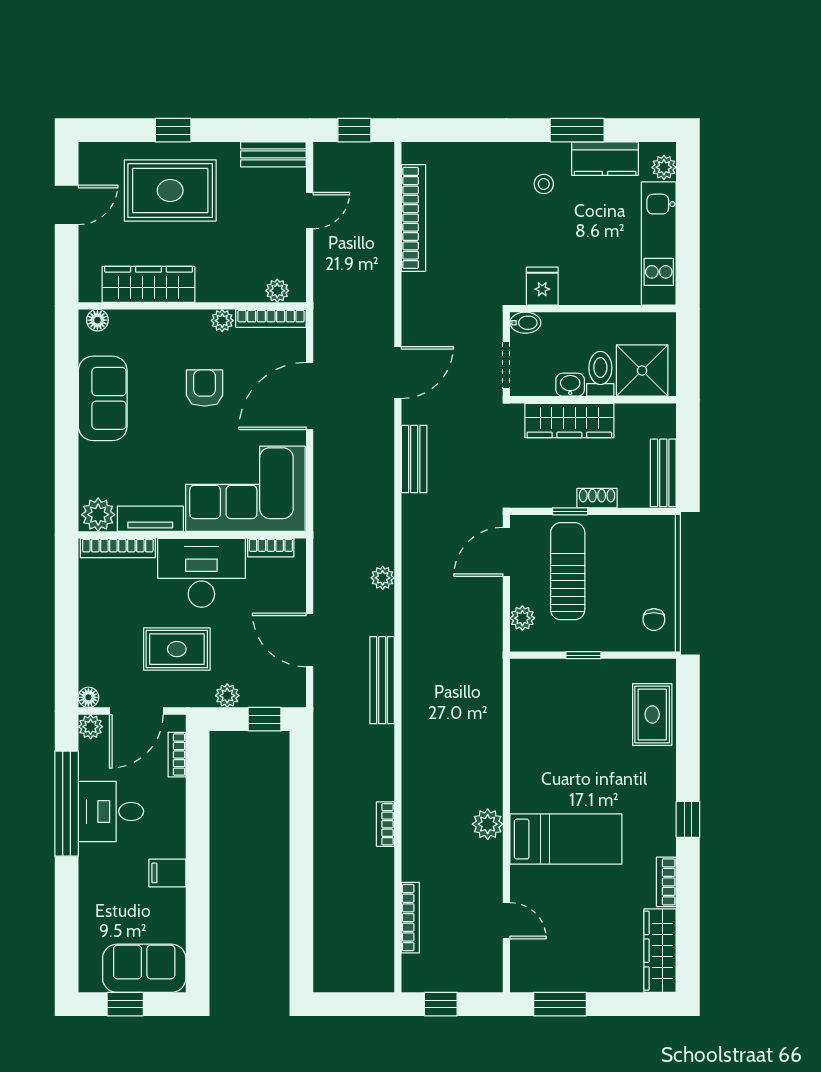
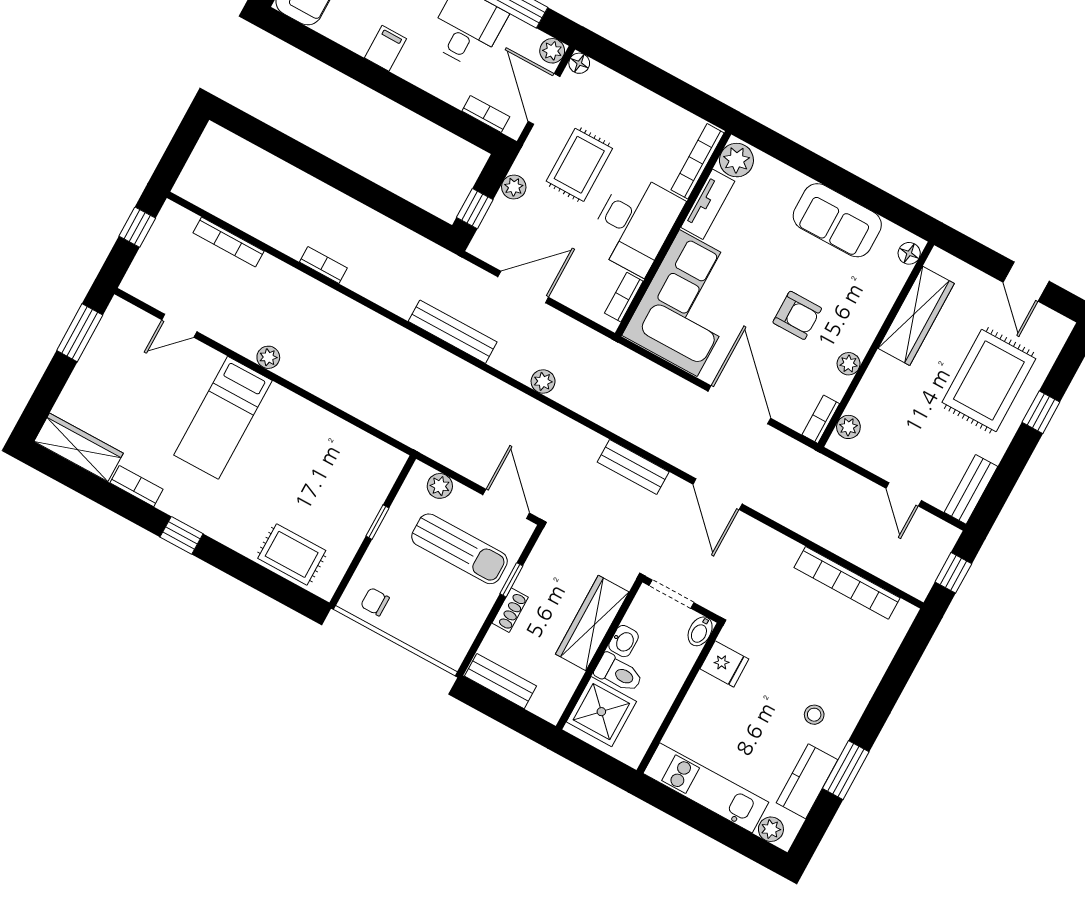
bookcase: (271, 318) -> (821, 419), width x0.64
plant: (488, 824) -> (268, 357), width x0.73, depth x0.73

